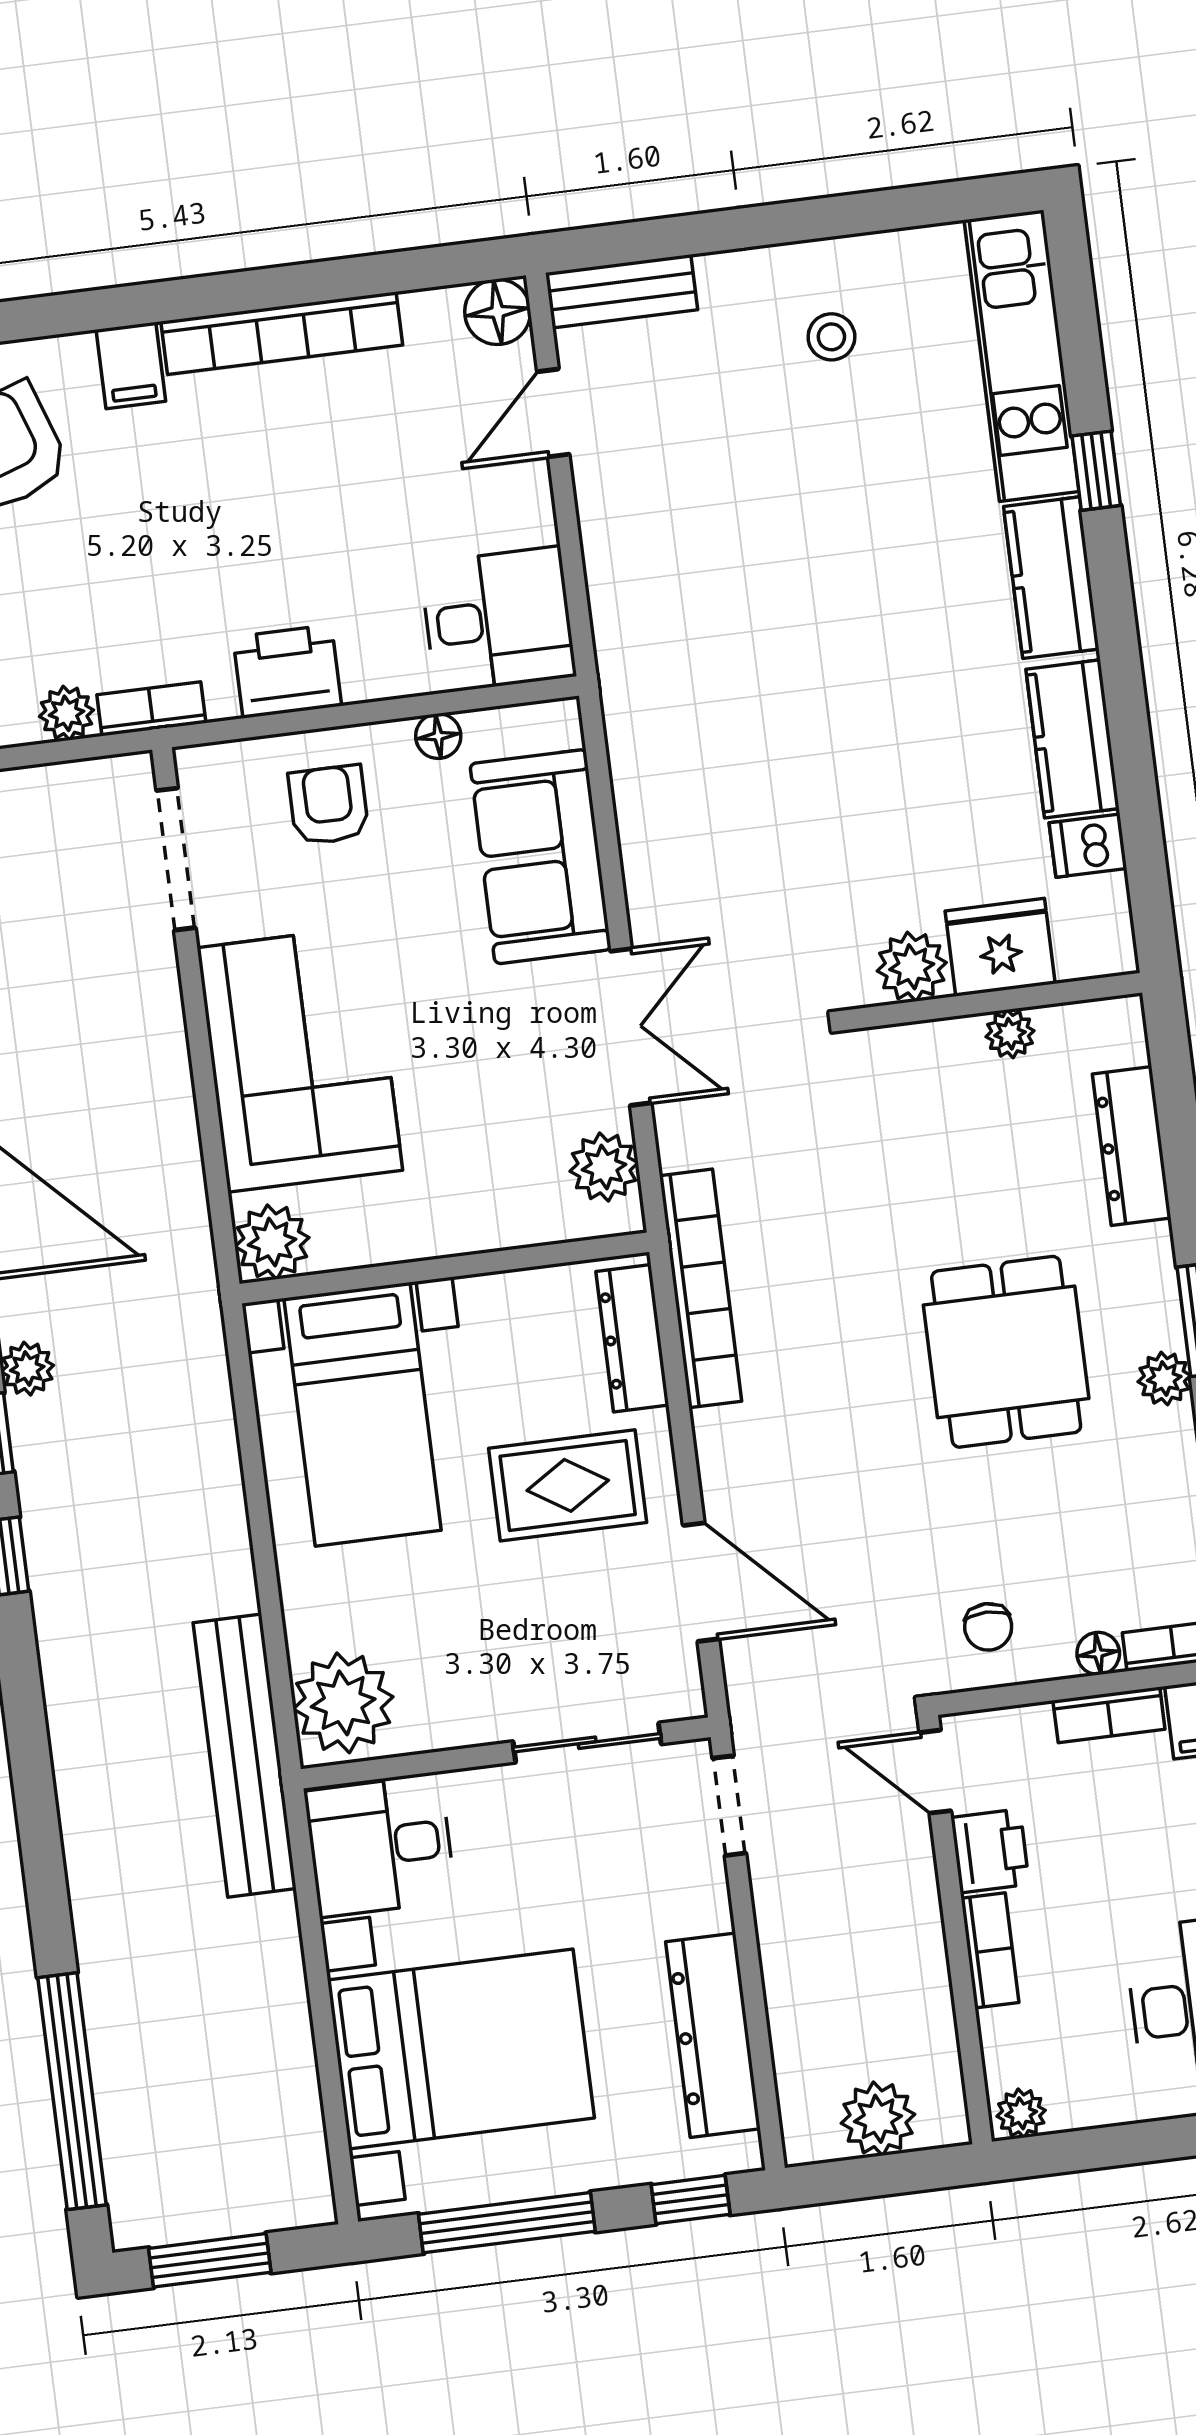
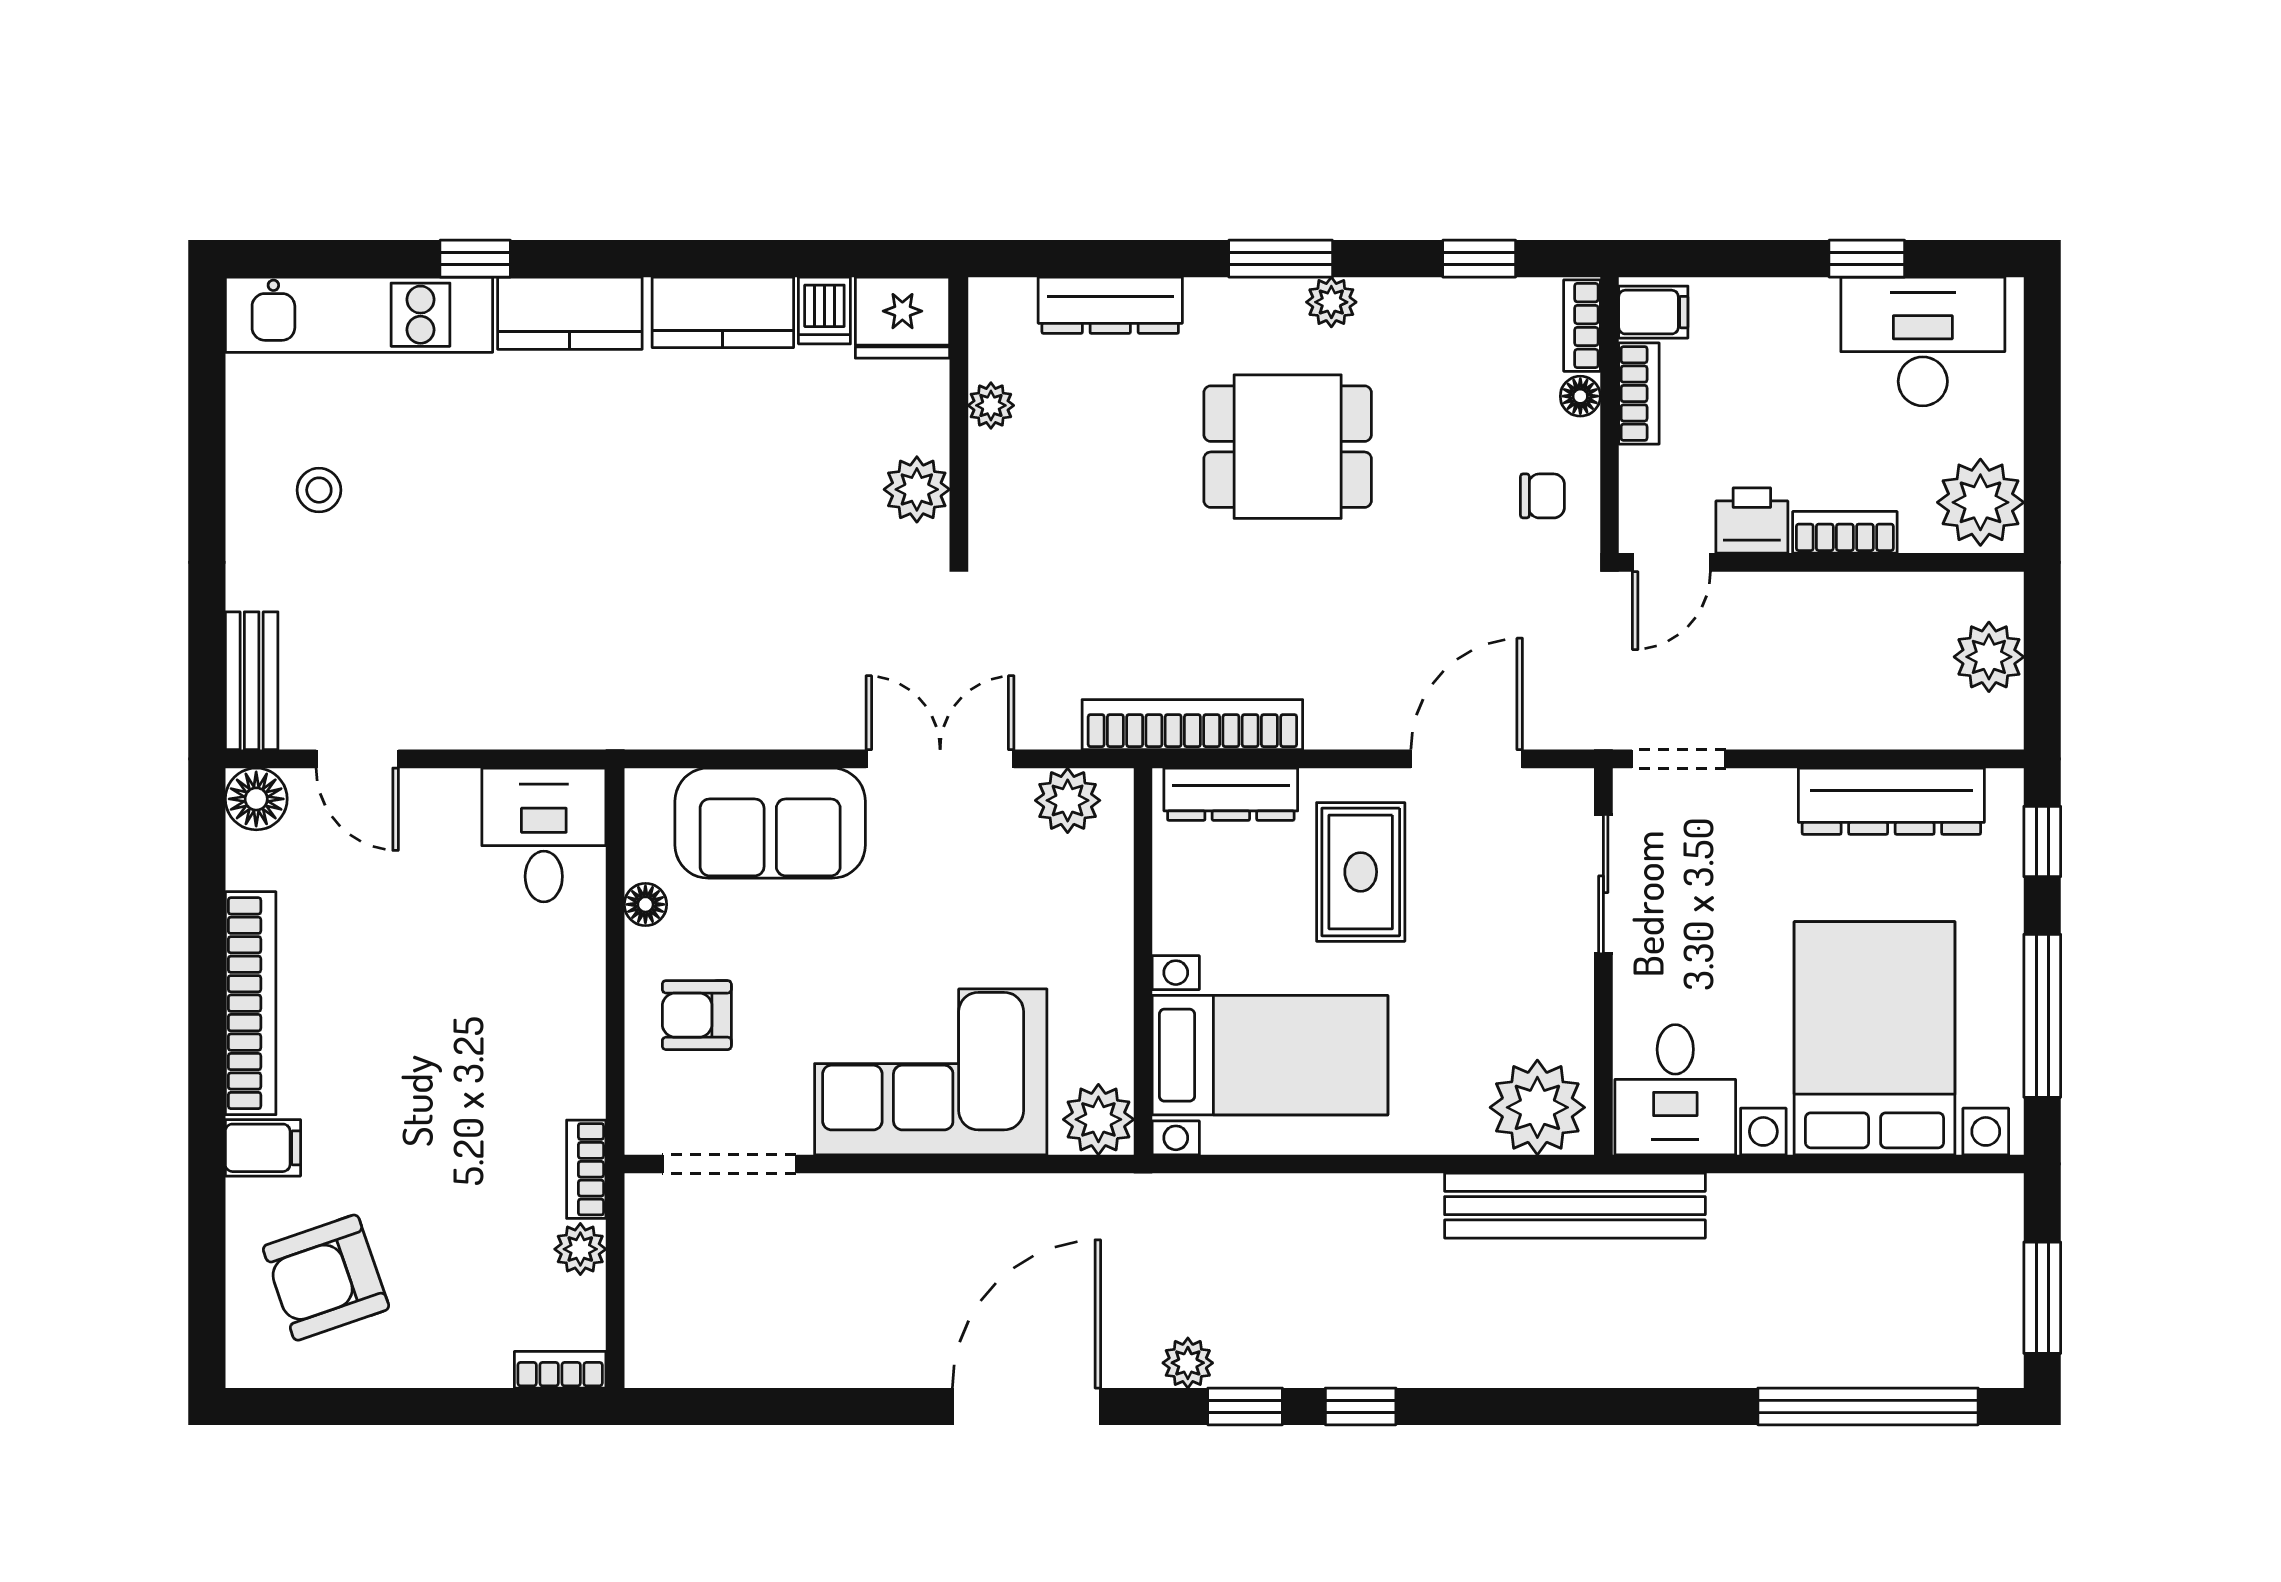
printer: (287, 671) -> (567, 1038), removed
fridge: (1000, 947) -> (902, 318), moved, turned -90
plant: (1021, 2113) -> (1980, 502), width x1.88, depth x1.88

